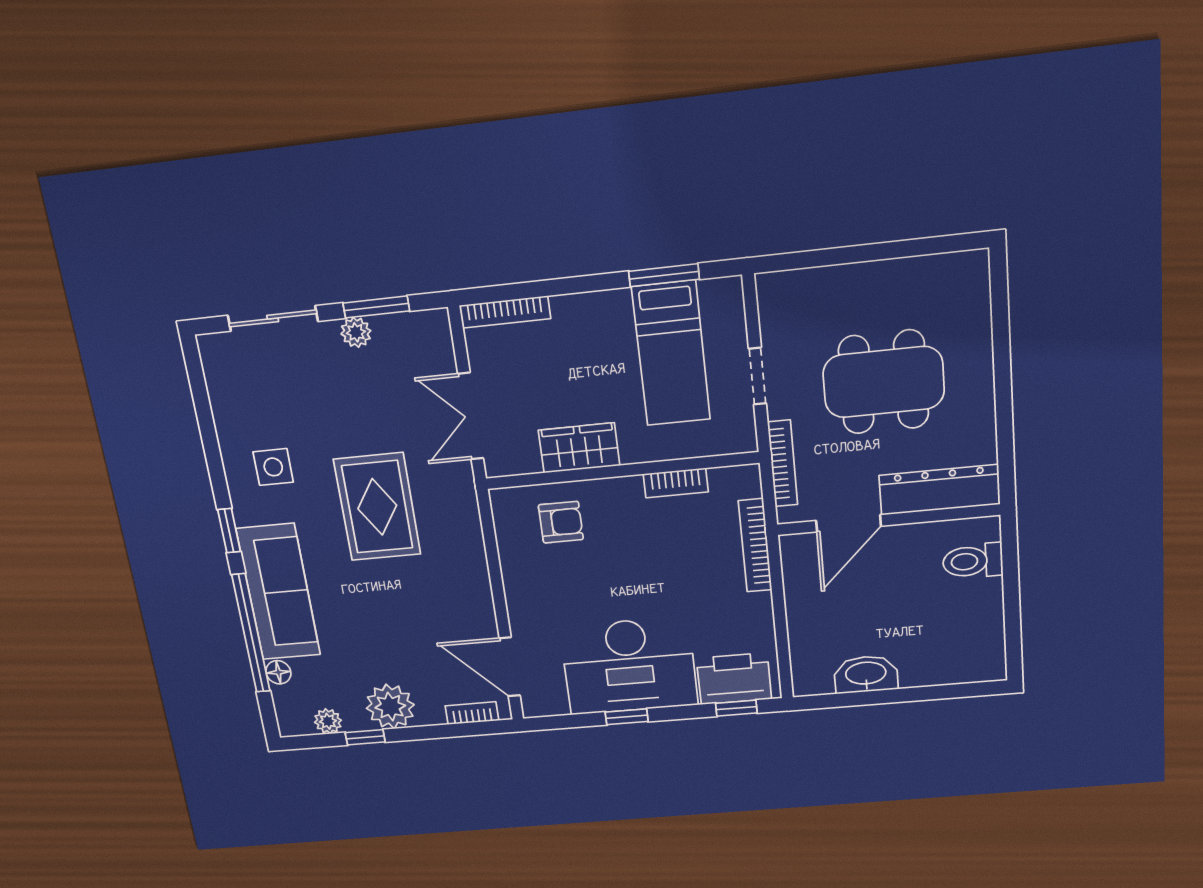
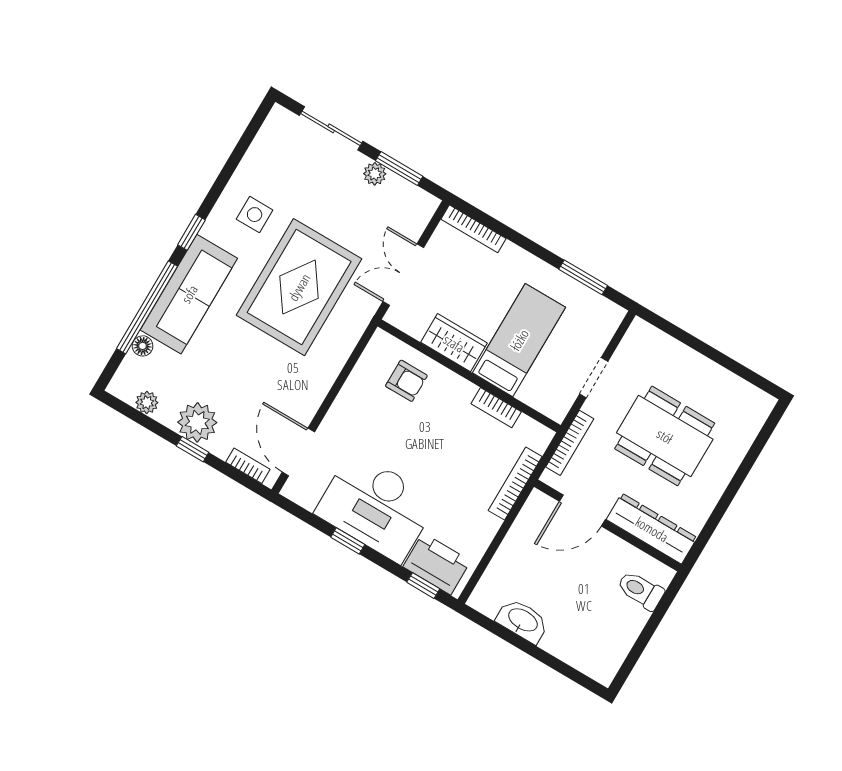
bed: (671, 354) -> (519, 340), moved, turned 180
rug: (377, 507) -> (299, 287), width x1.37, depth x1.44
window: (365, 737) -> (193, 449), moved

